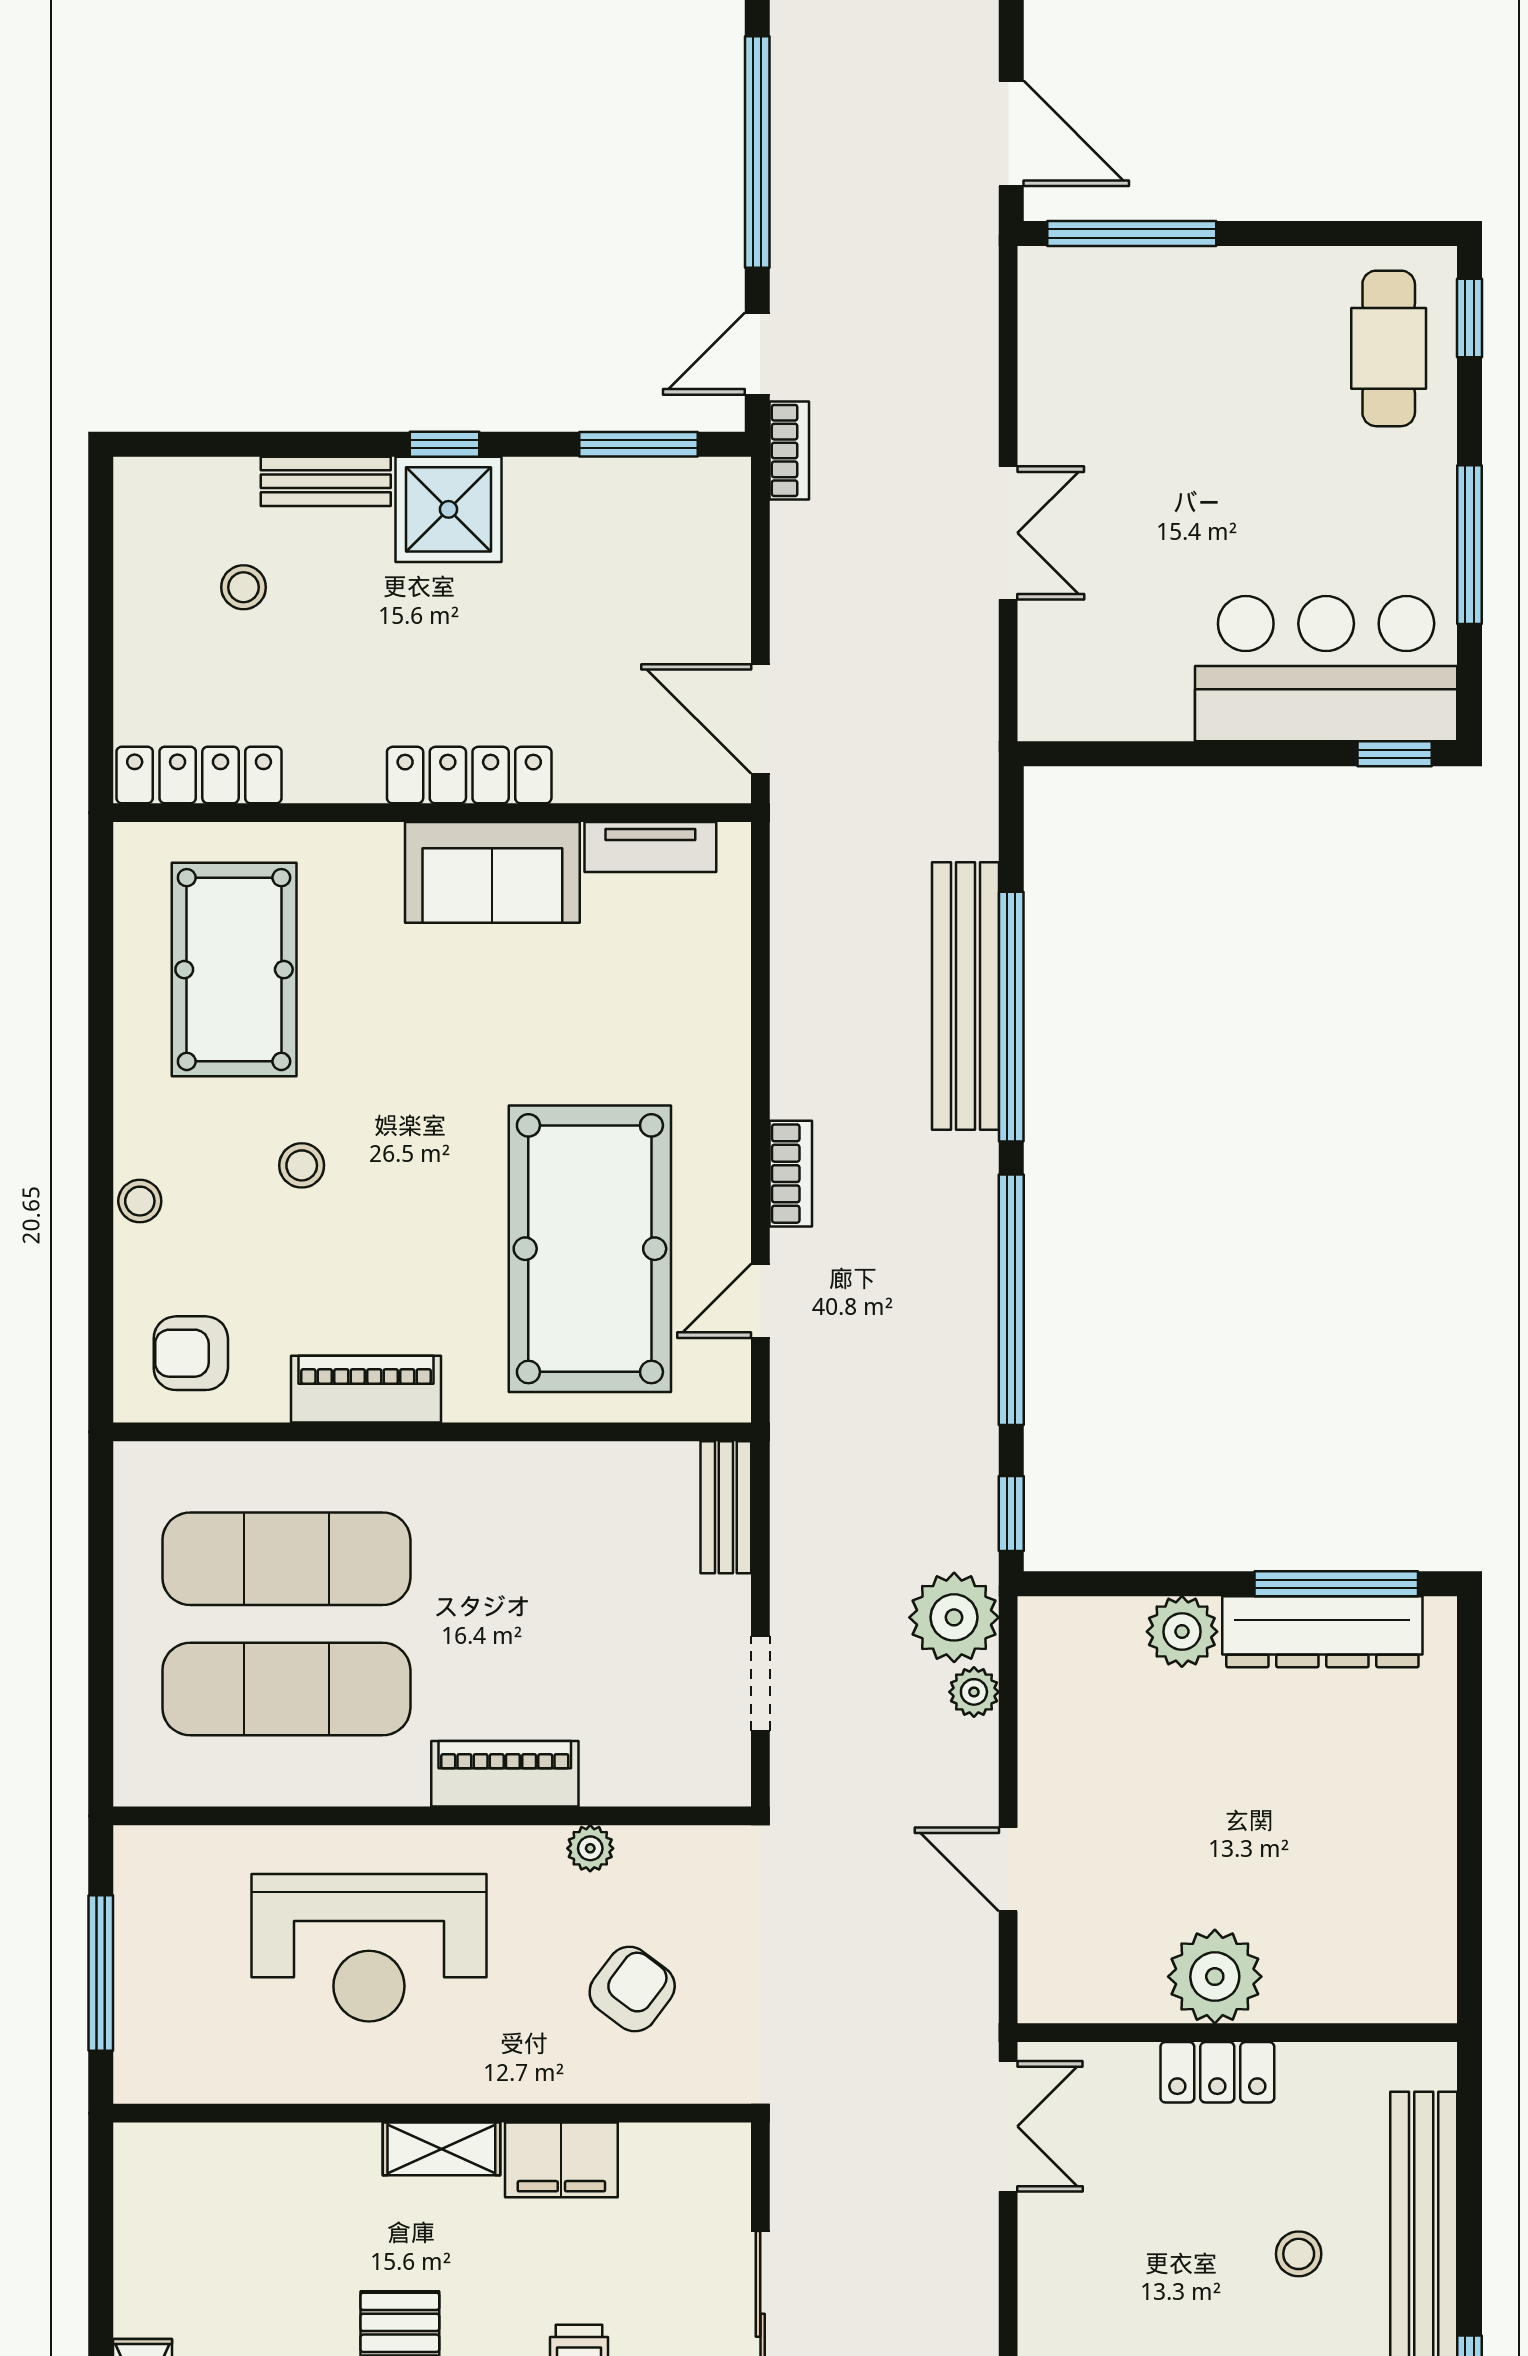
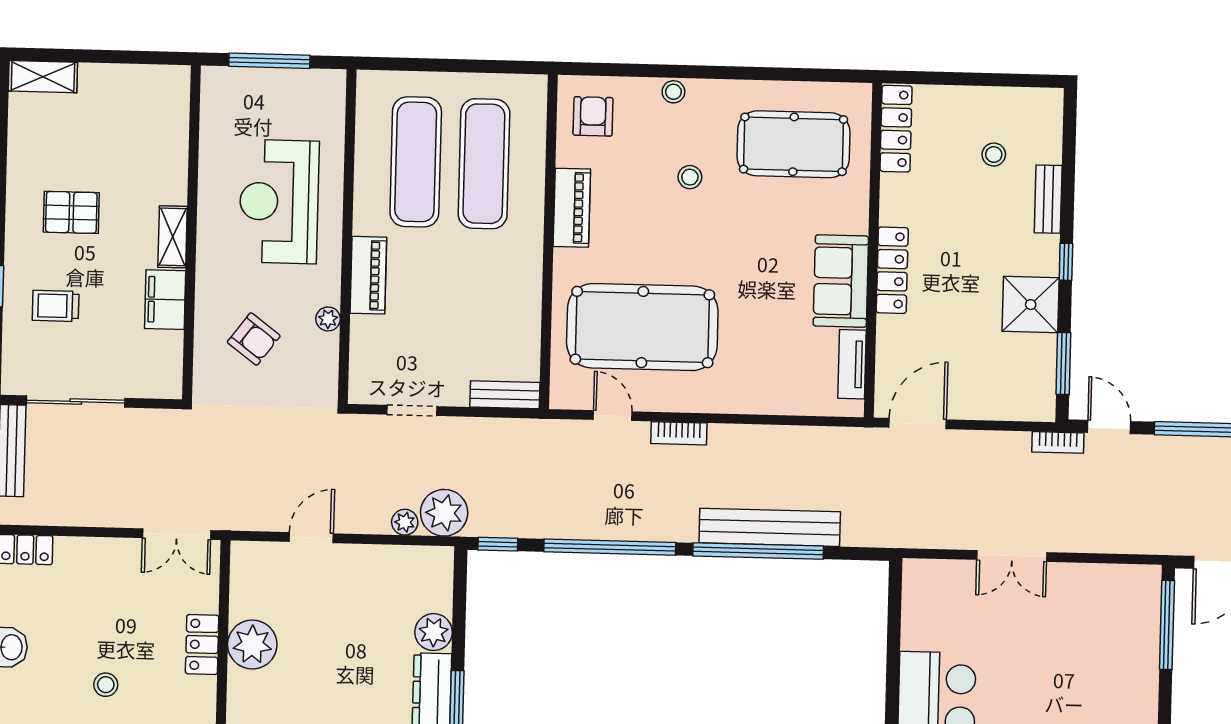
shower: (448, 509) -> (1031, 305), moved

